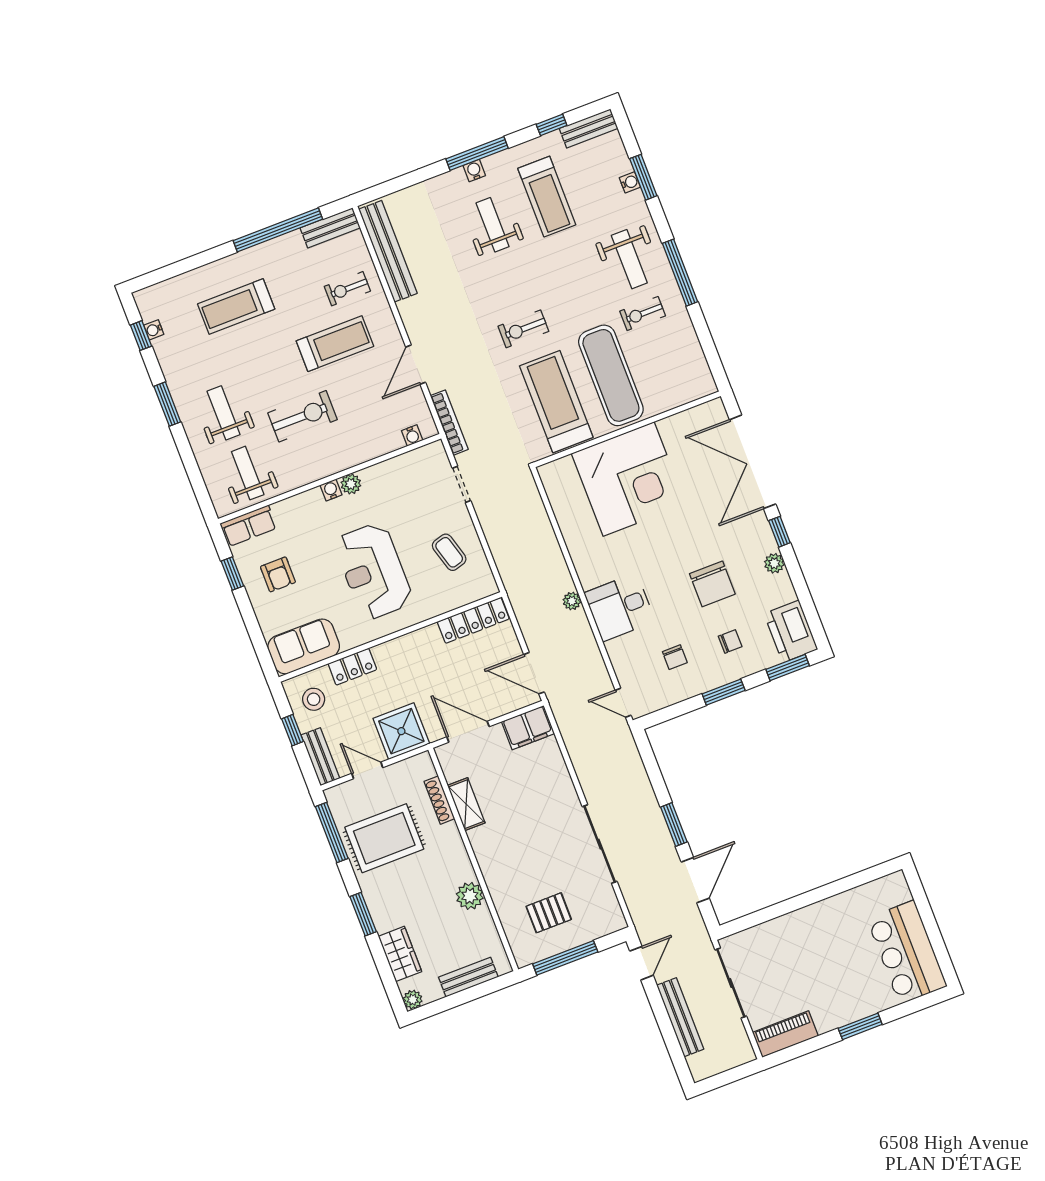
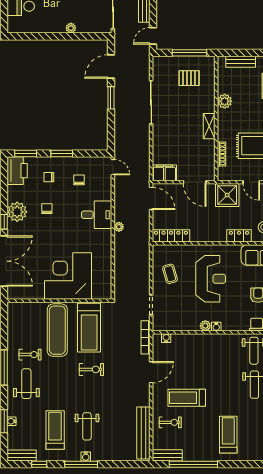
treadmill: (236, 307) -> (228, 435), turned -90
exercise bike: (303, 416) -> (216, 368), removed
plant: (774, 563) -> (17, 212), width x1.88, depth x1.88
chair: (712, 584) -> (47, 209), width x0.54, depth x0.54
shelving: (466, 804) -> (209, 126), moved
plant: (793, 921) -> (71, 28), added

